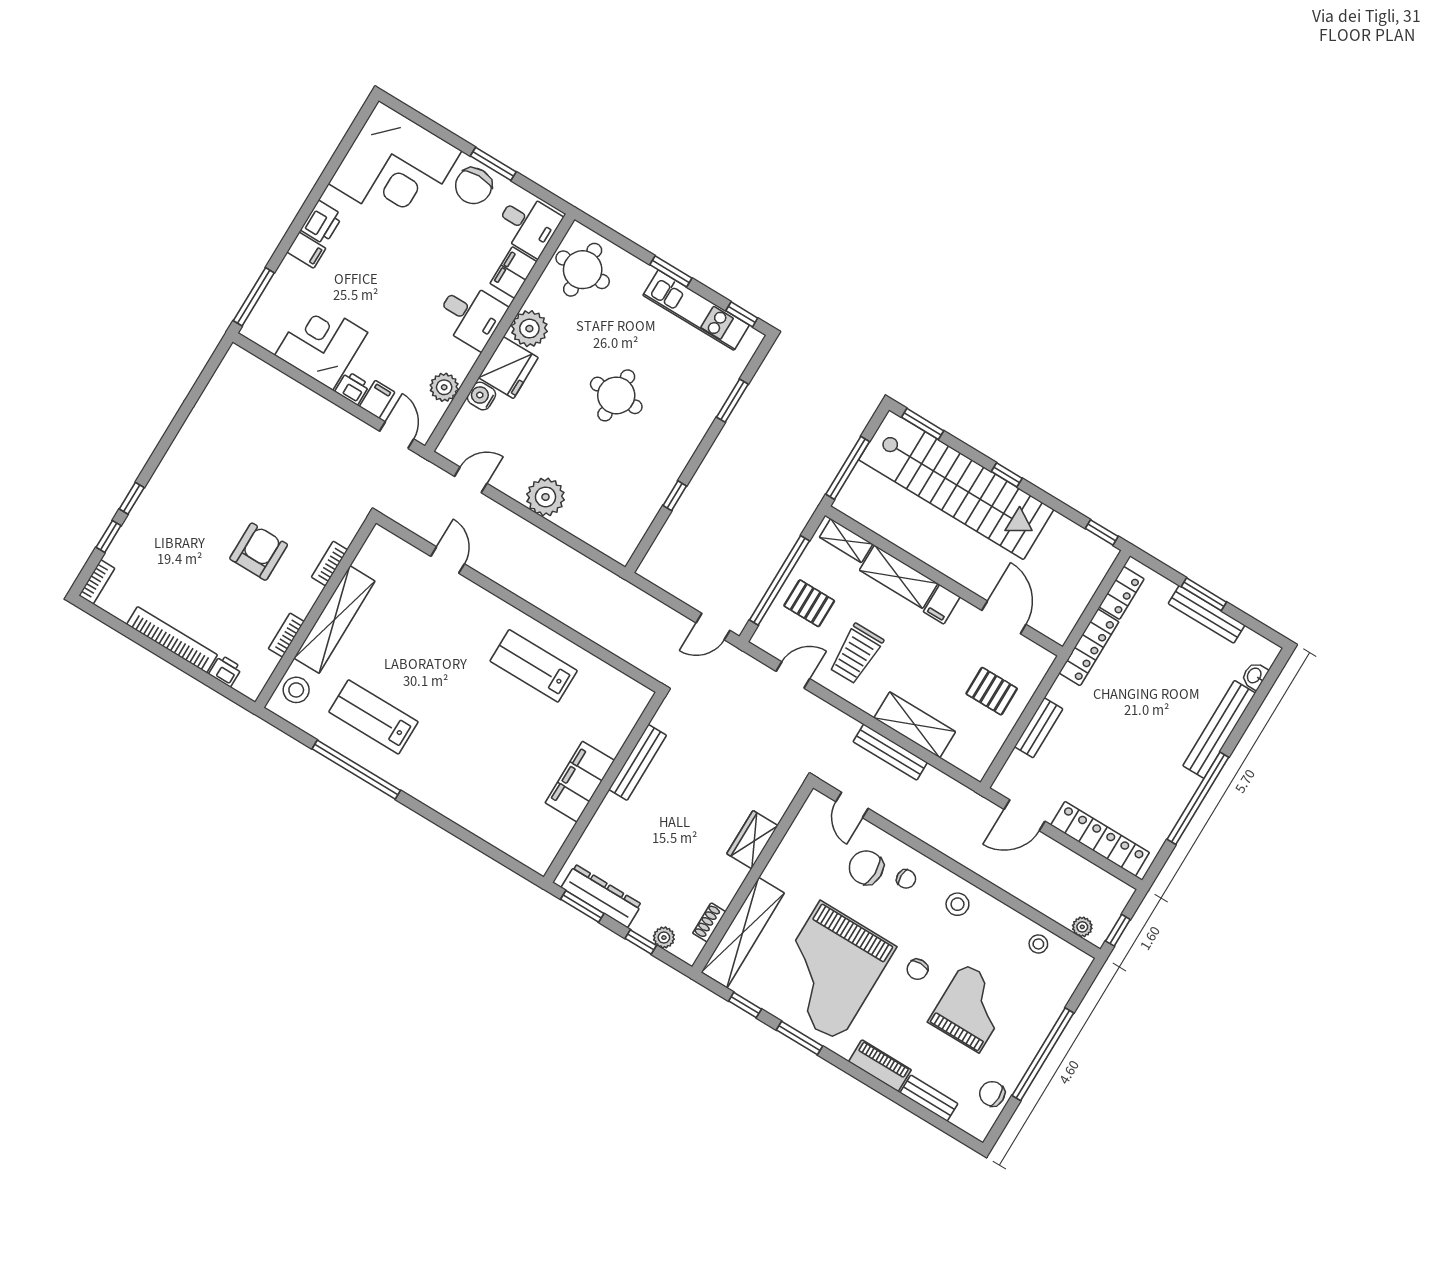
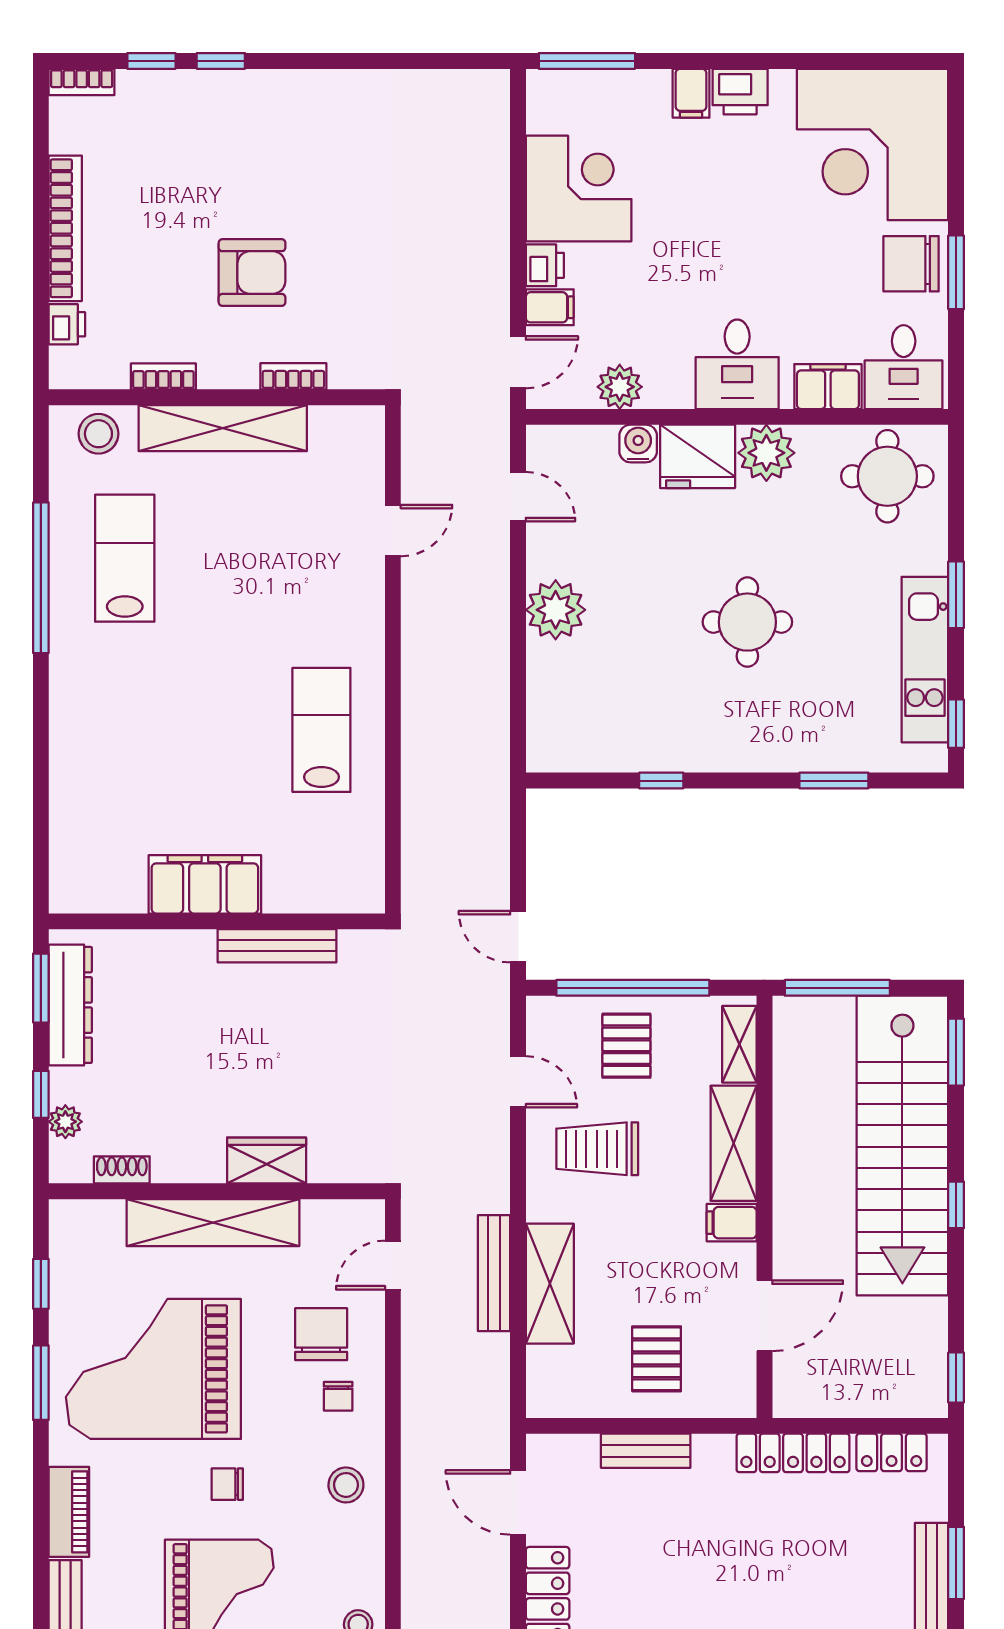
shelving: (743, 933) -> (213, 1223), moved

